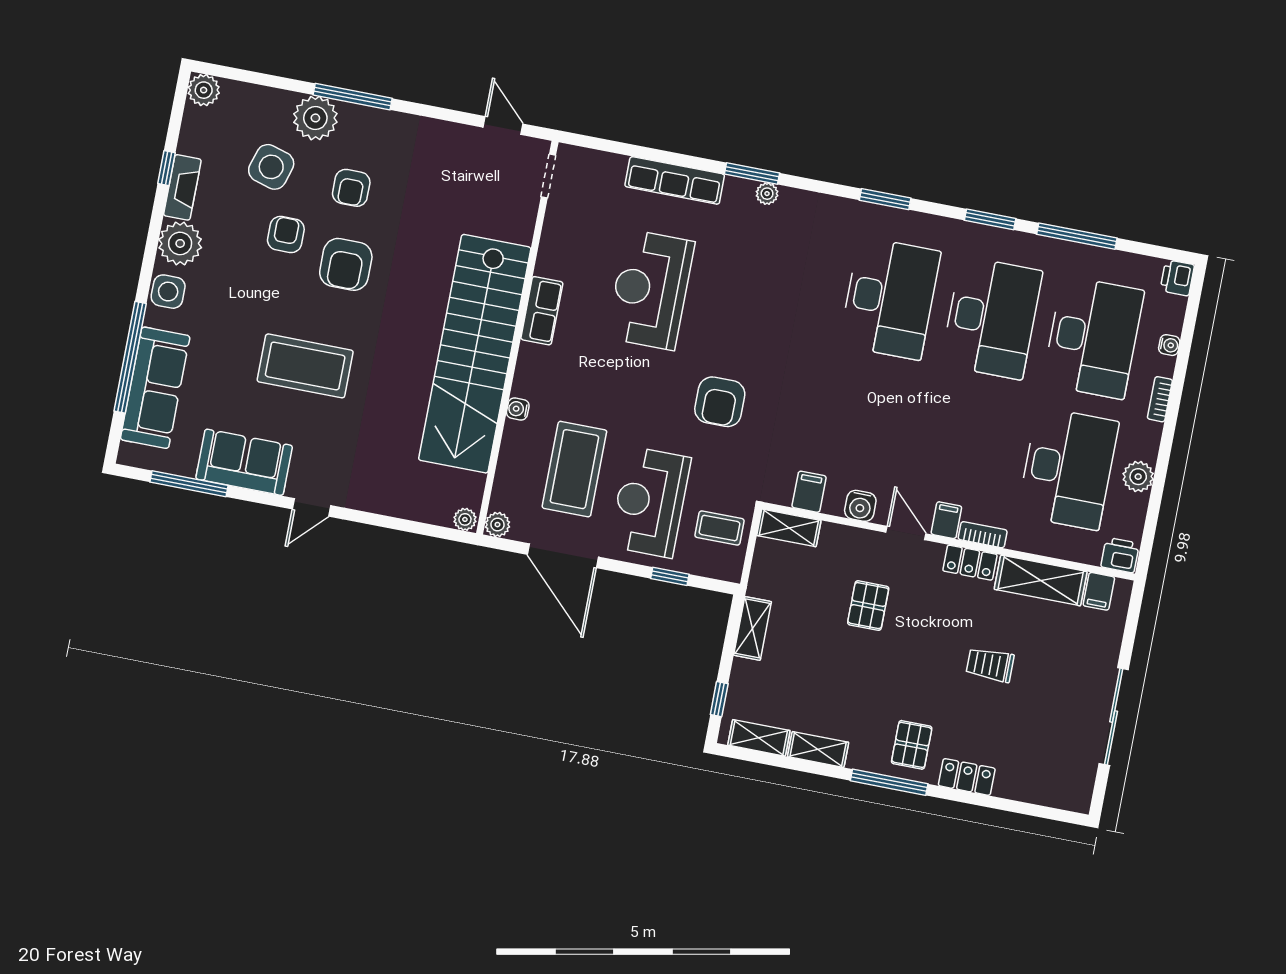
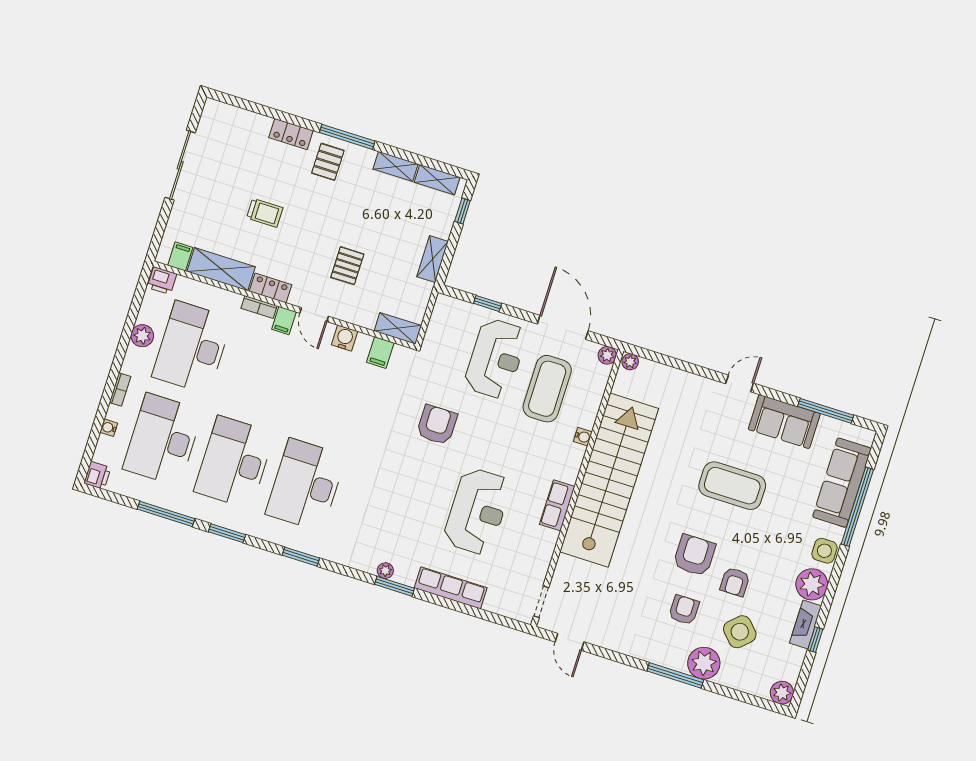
side table: (271, 167) -> (740, 632), turned 30
coffee table: (719, 528) -> (448, 334), removed

